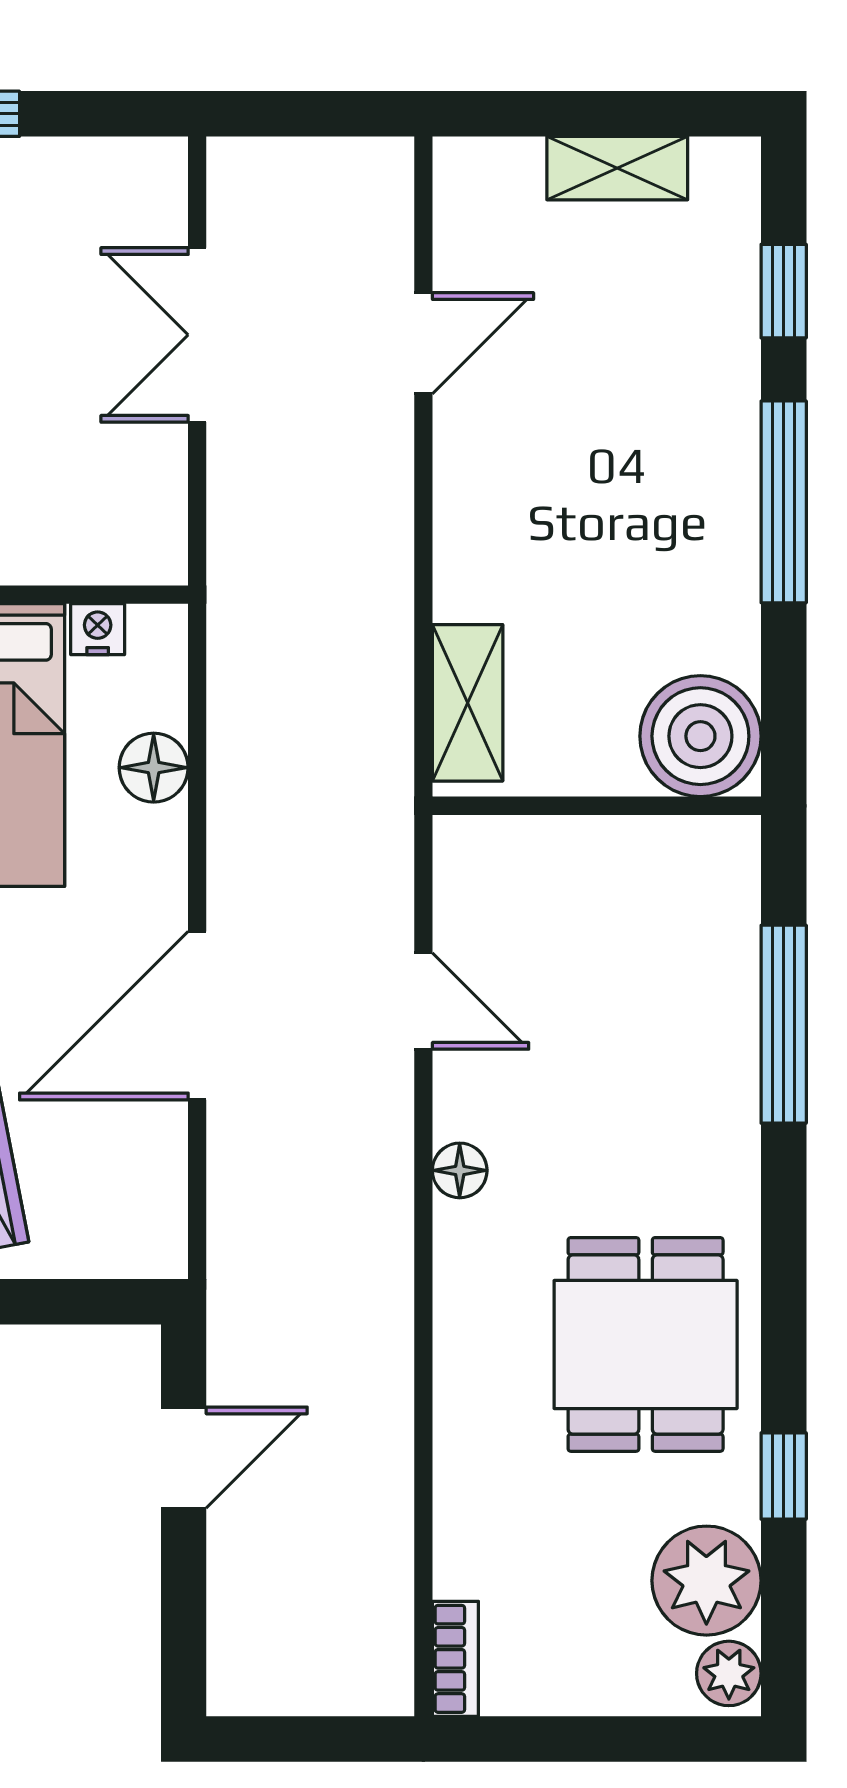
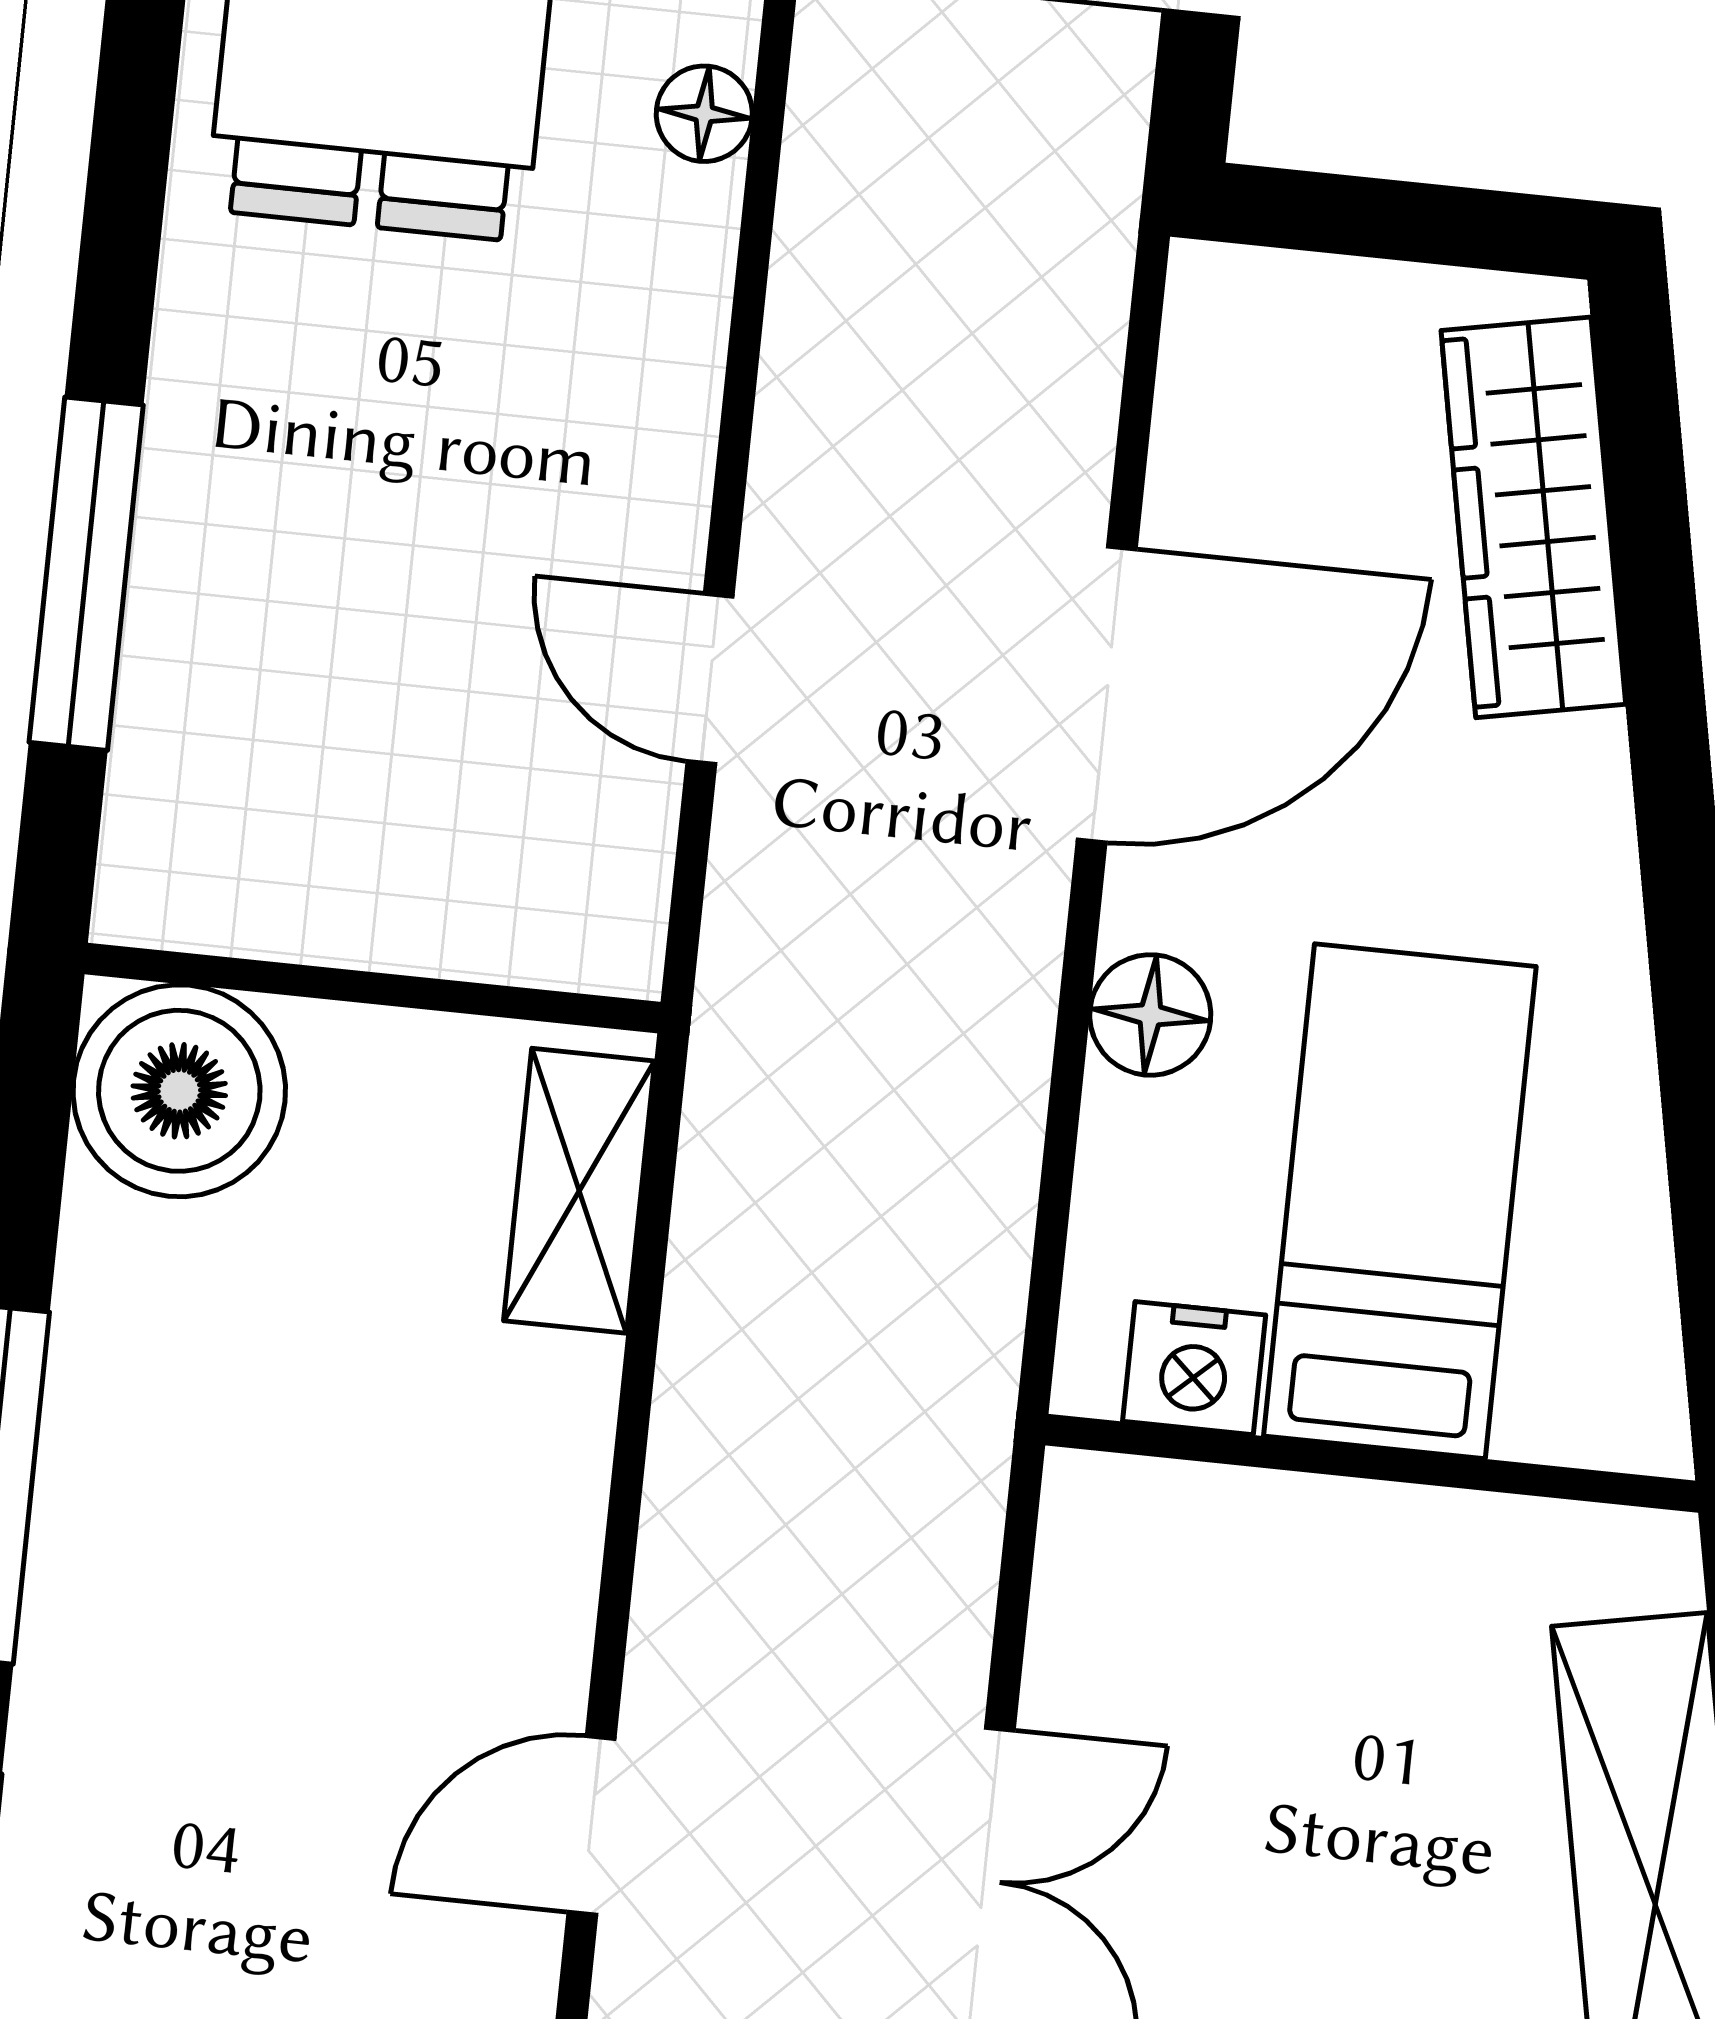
nightstand: (98, 629) -> (1194, 1368), width x1.39, depth x1.35
floor lamp: (154, 768) -> (1150, 1015), moved
floor lamp: (460, 1170) -> (704, 114), moved

